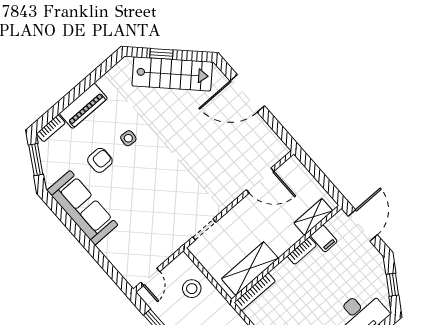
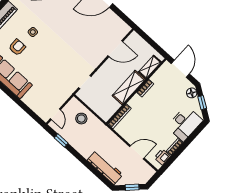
filing cabinet: (324, 239) -> (158, 79), removed
floor lamp: (377, 267) -> (192, 93), added
shelving: (250, 269) -> (129, 88), moved

